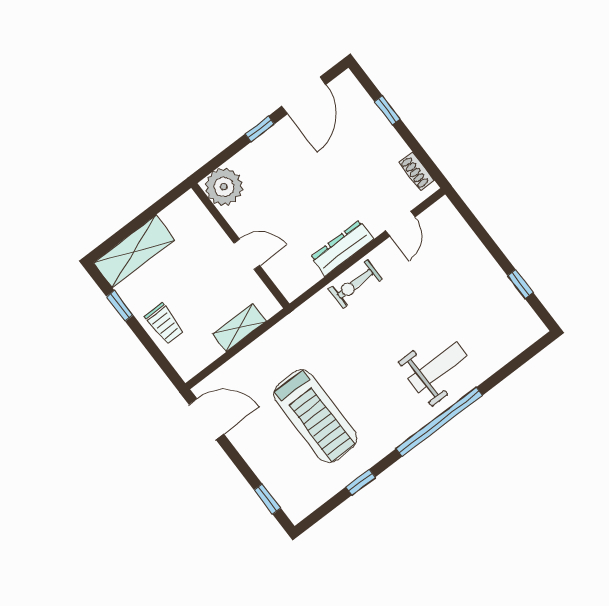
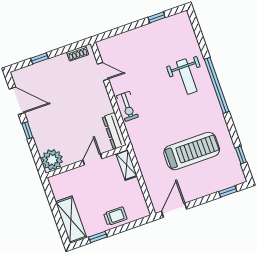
dresser: (342, 248) -> (114, 131), moved
shelving: (239, 328) -> (127, 165), moved
weight bench: (438, 367) -> (187, 77), turned 180
window: (361, 482) -> (241, 155), moved

